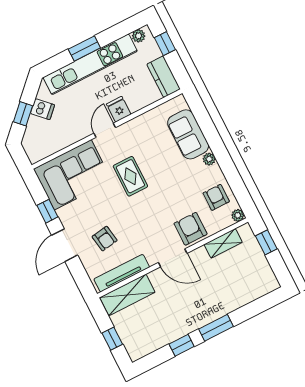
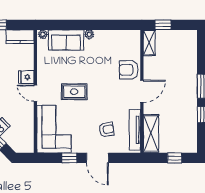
armchair: (216, 197) -> (117, 43), removed
plant: (238, 215) -> (43, 34), moved
shelving: (223, 243) -> (149, 43), moved

